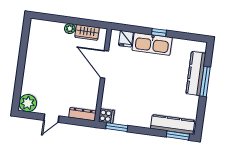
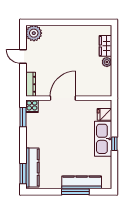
wardrobe: (87, 32) -> (105, 46), moved
door: (105, 64) -> (63, 98), moved

